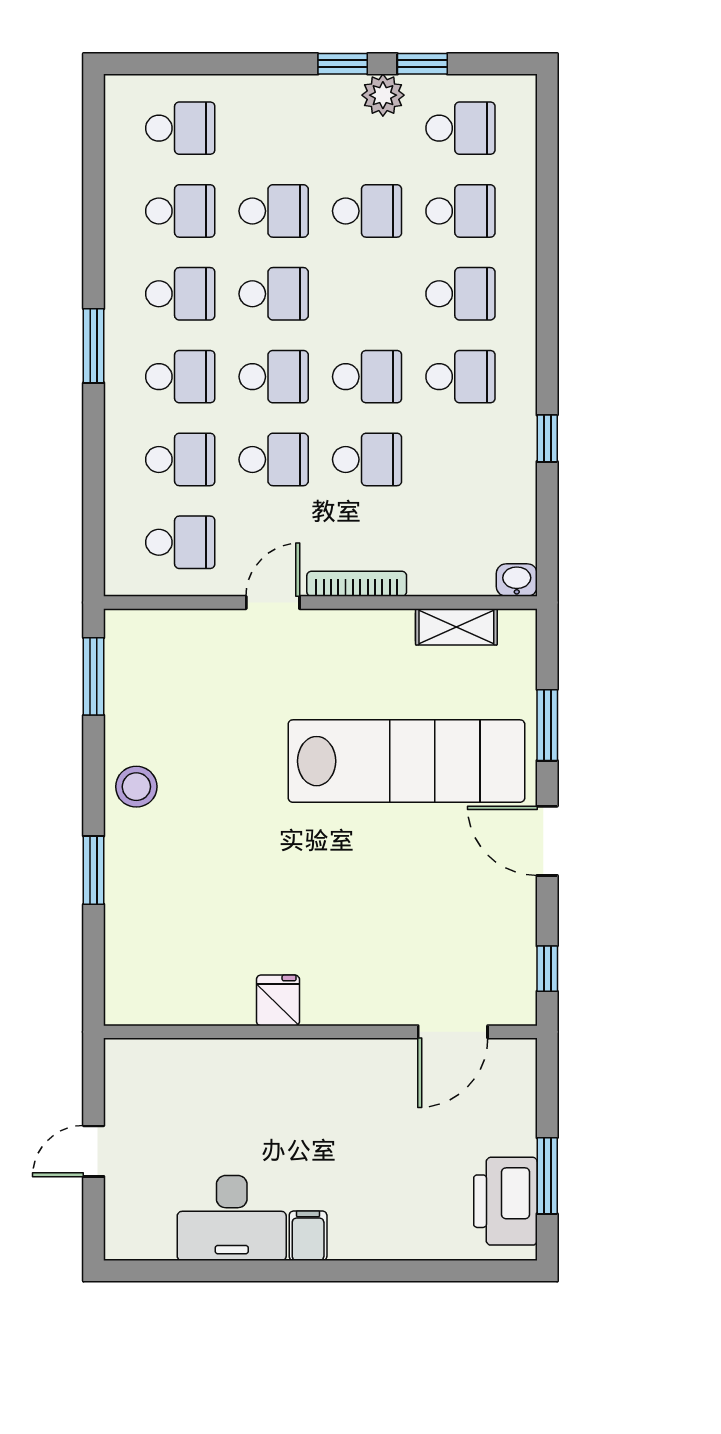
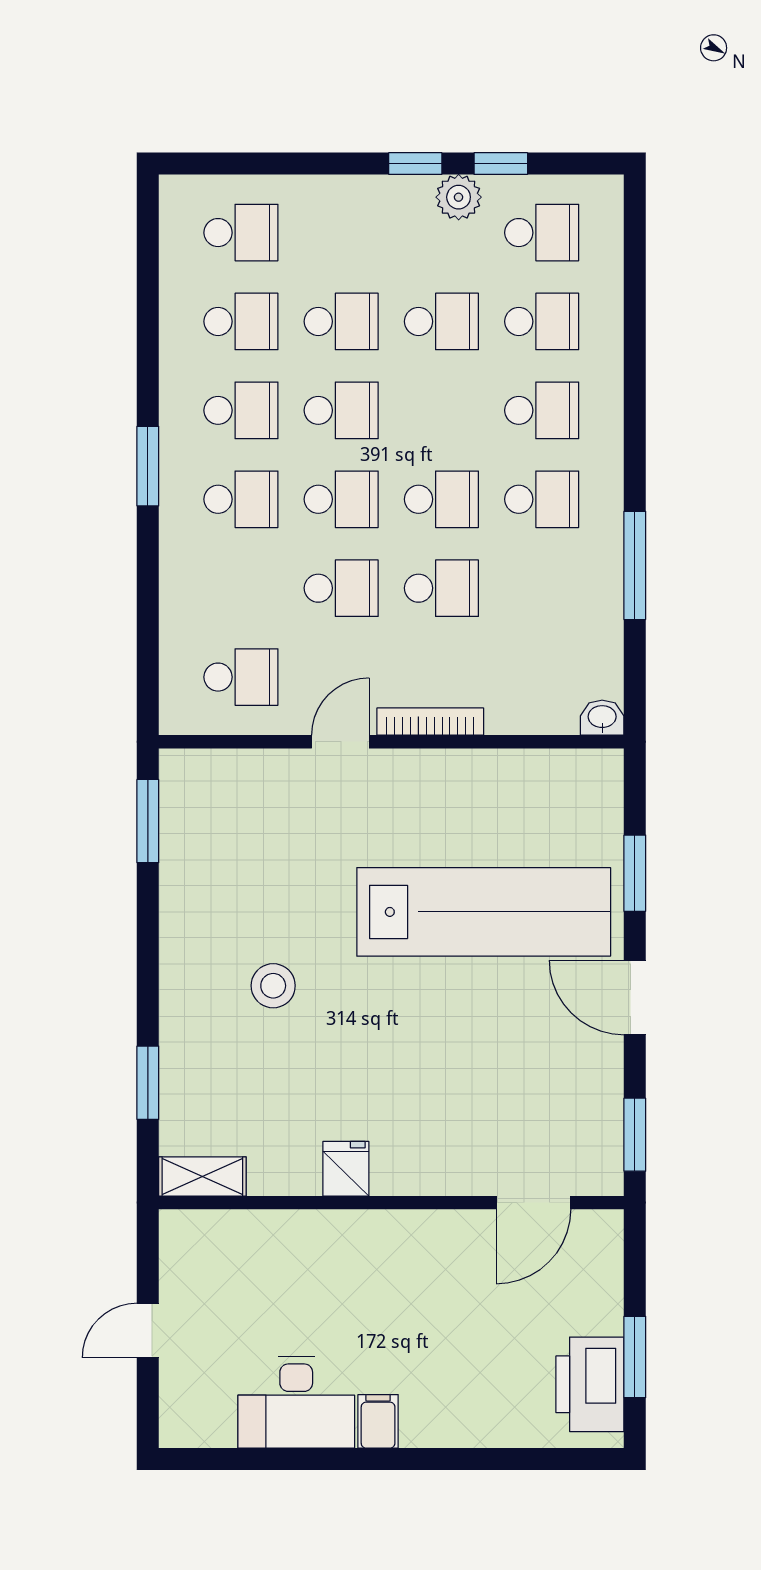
window: (547, 438) -> (635, 565), width x2.17
school desk: (180, 459) -> (241, 588), removed
shelving: (456, 627) -> (202, 1176), moved
stool: (136, 787) -> (273, 986), moved
window: (94, 870) -> (148, 1083), moved
window: (547, 969) -> (635, 1135), width x1.50

